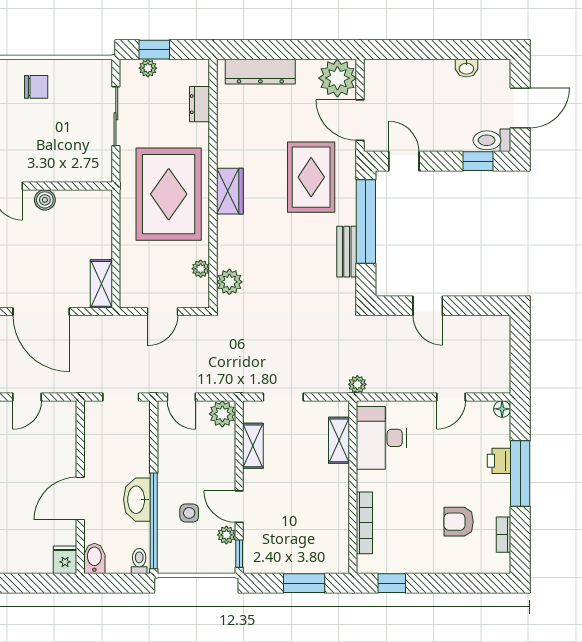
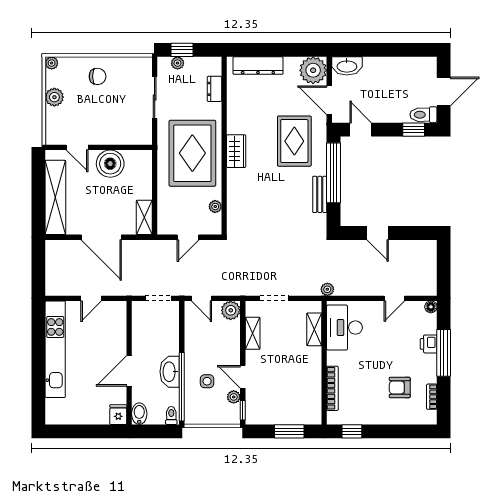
washbasin: (466, 68) -> (347, 66), moved, width x1.91, depth x1.45
boiler: (45, 200) -> (110, 164), width x1.86, depth x1.86
plant: (229, 282) -> (236, 216), removed

